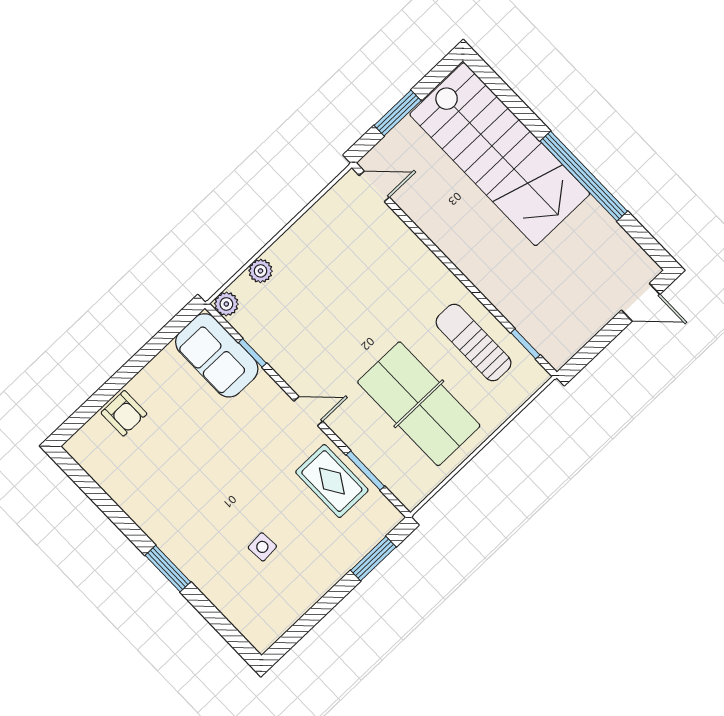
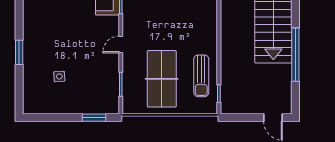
sun lounger: (474, 343) -> (201, 76), turned 180
door: (308, 411) -> (121, 44), swing flipped
rug: (332, 481) -> (106, 77), removed

